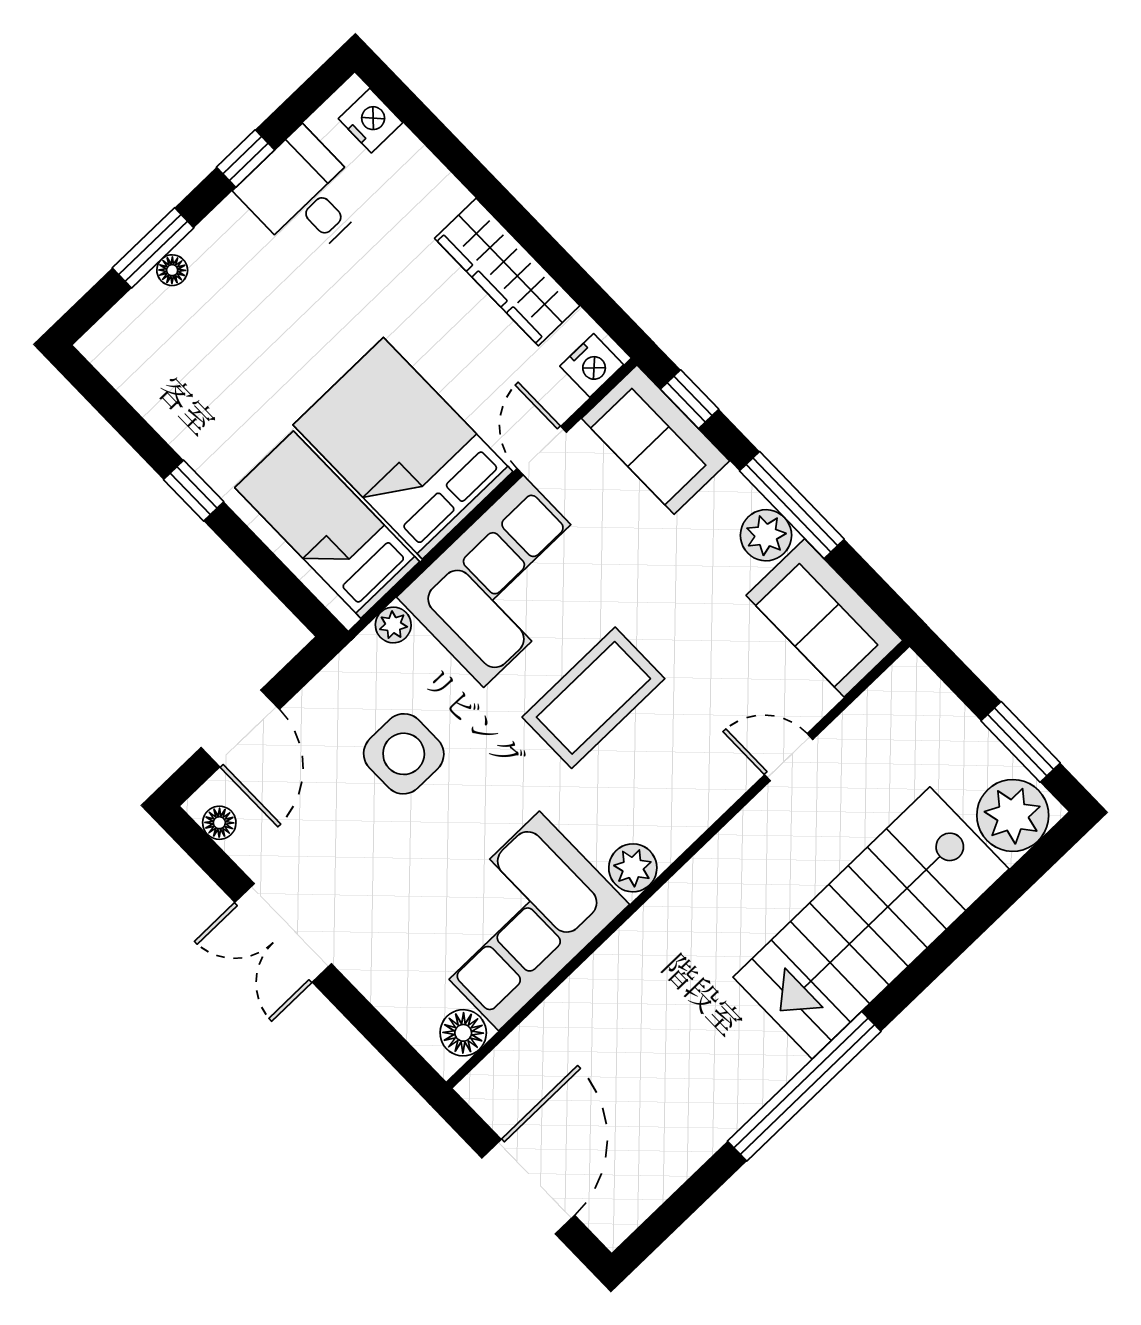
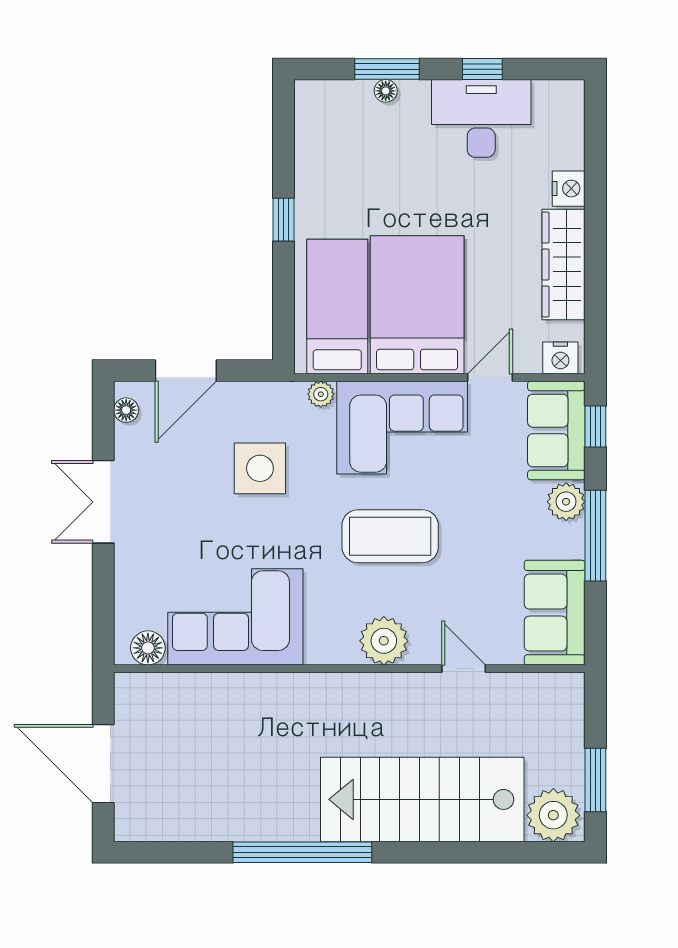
nightstand: (371, 121) -> (569, 189), moved
desk: (304, 195) -> (481, 118), width x1.37
plant: (766, 535) -> (566, 502), moved
plant: (633, 868) -> (384, 641), moved, width x1.36, depth x1.36
door: (528, 1187) -> (103, 764), swing flipped

